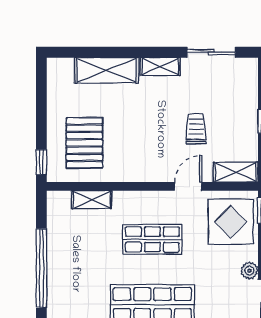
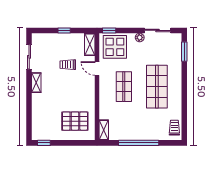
shelving: (107, 70) -> (38, 110), removed
window: (41, 162) -> (44, 143), moved
shelving: (92, 200) -> (104, 130), moved

